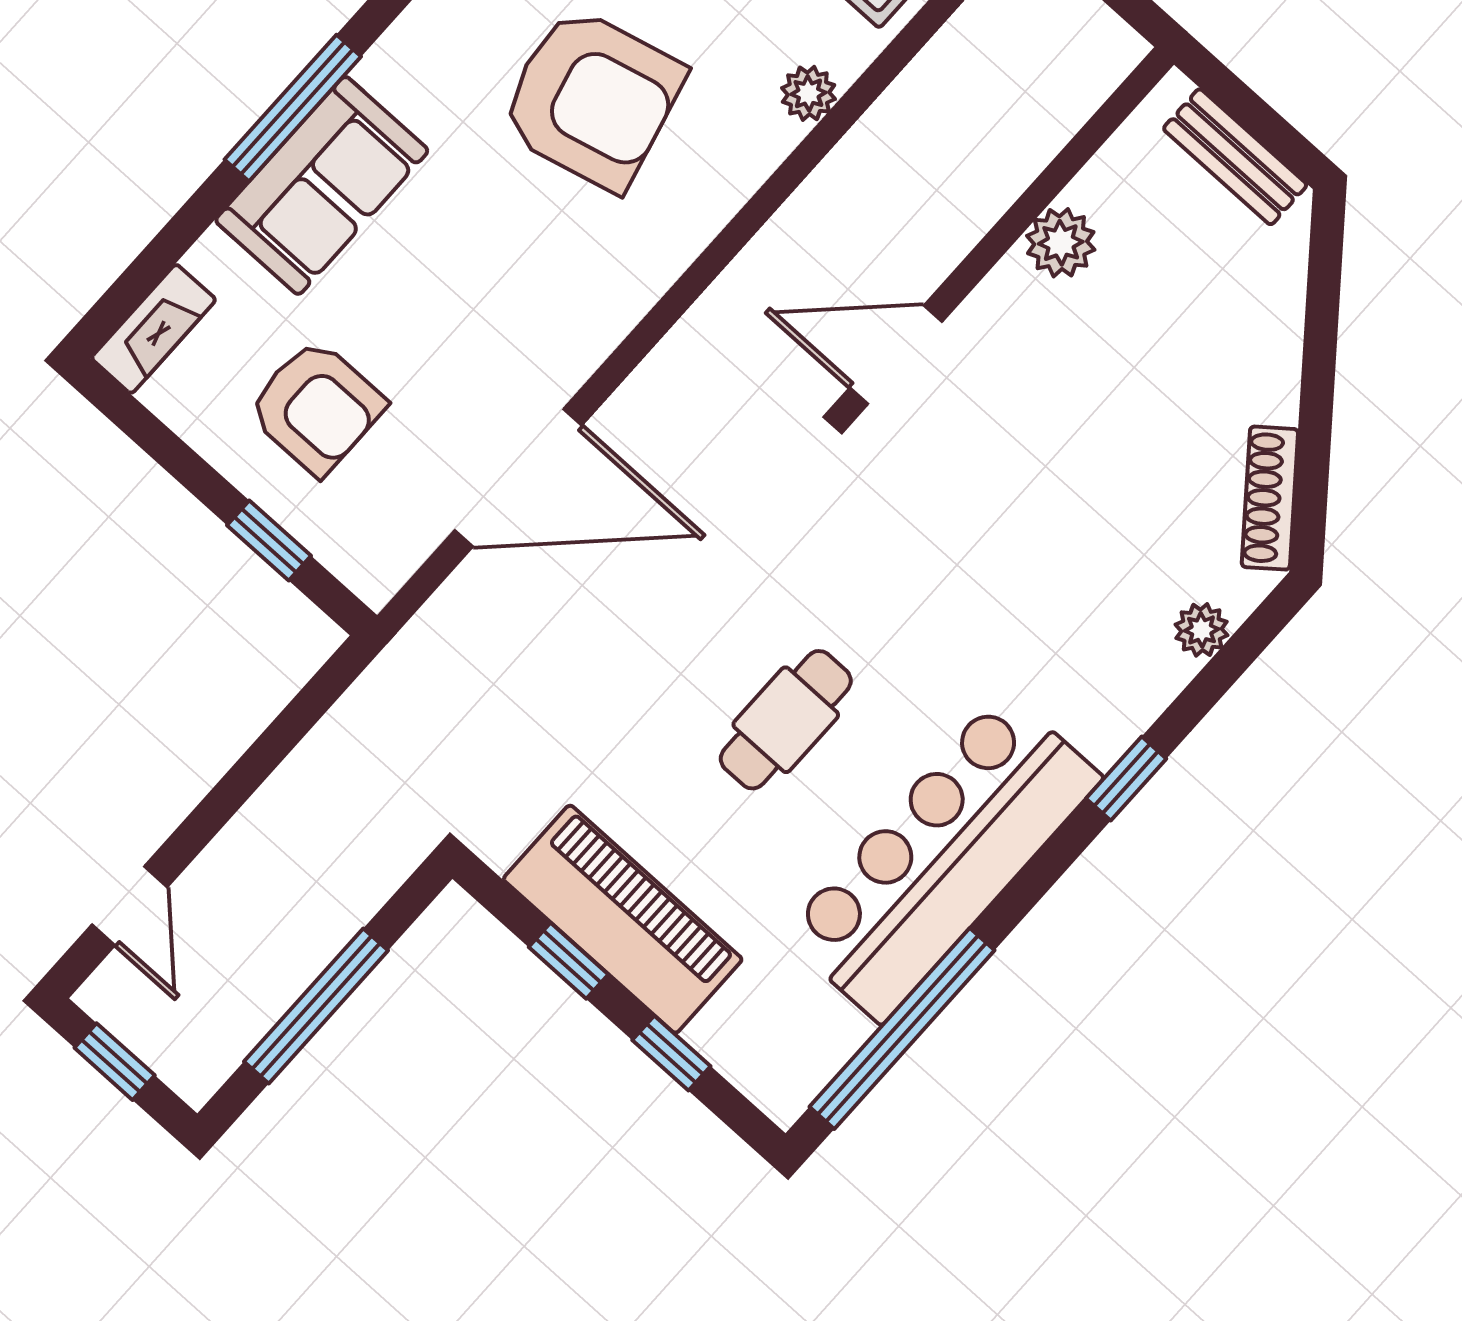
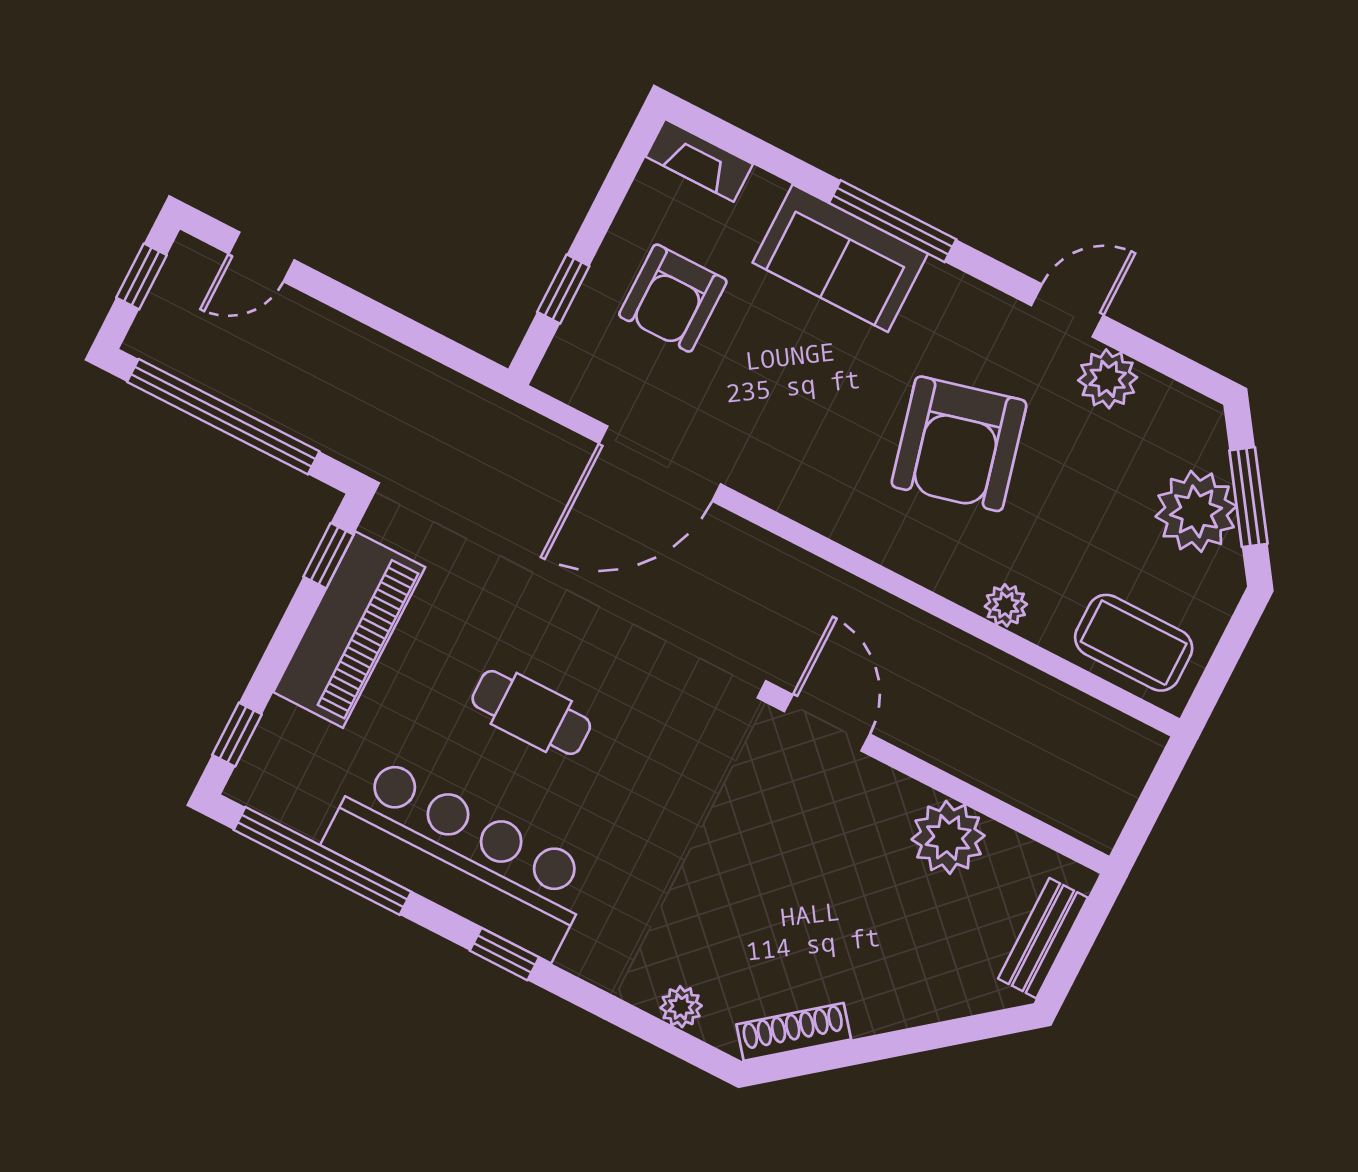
plant: (1061, 243) -> (948, 837), width x1.36, depth x1.36
door: (518, 478) -> (660, 464), hinge flipped
window: (1126, 779) -> (504, 954), moved
window: (568, 961) -> (328, 556), moved
window: (316, 1006) -> (223, 417), width x1.46
window: (671, 1053) -> (237, 735), moved

